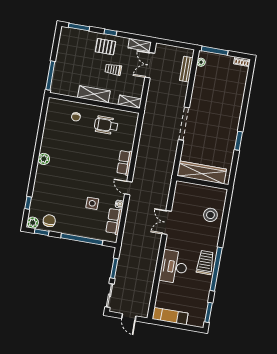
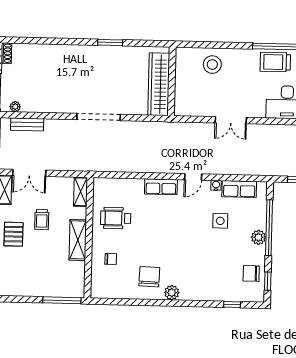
wheelchair: (106, 125) -> (116, 218), turned 90
chair: (58, 144) -> (149, 277), added
plant: (33, 223) -> (258, 237), moved

